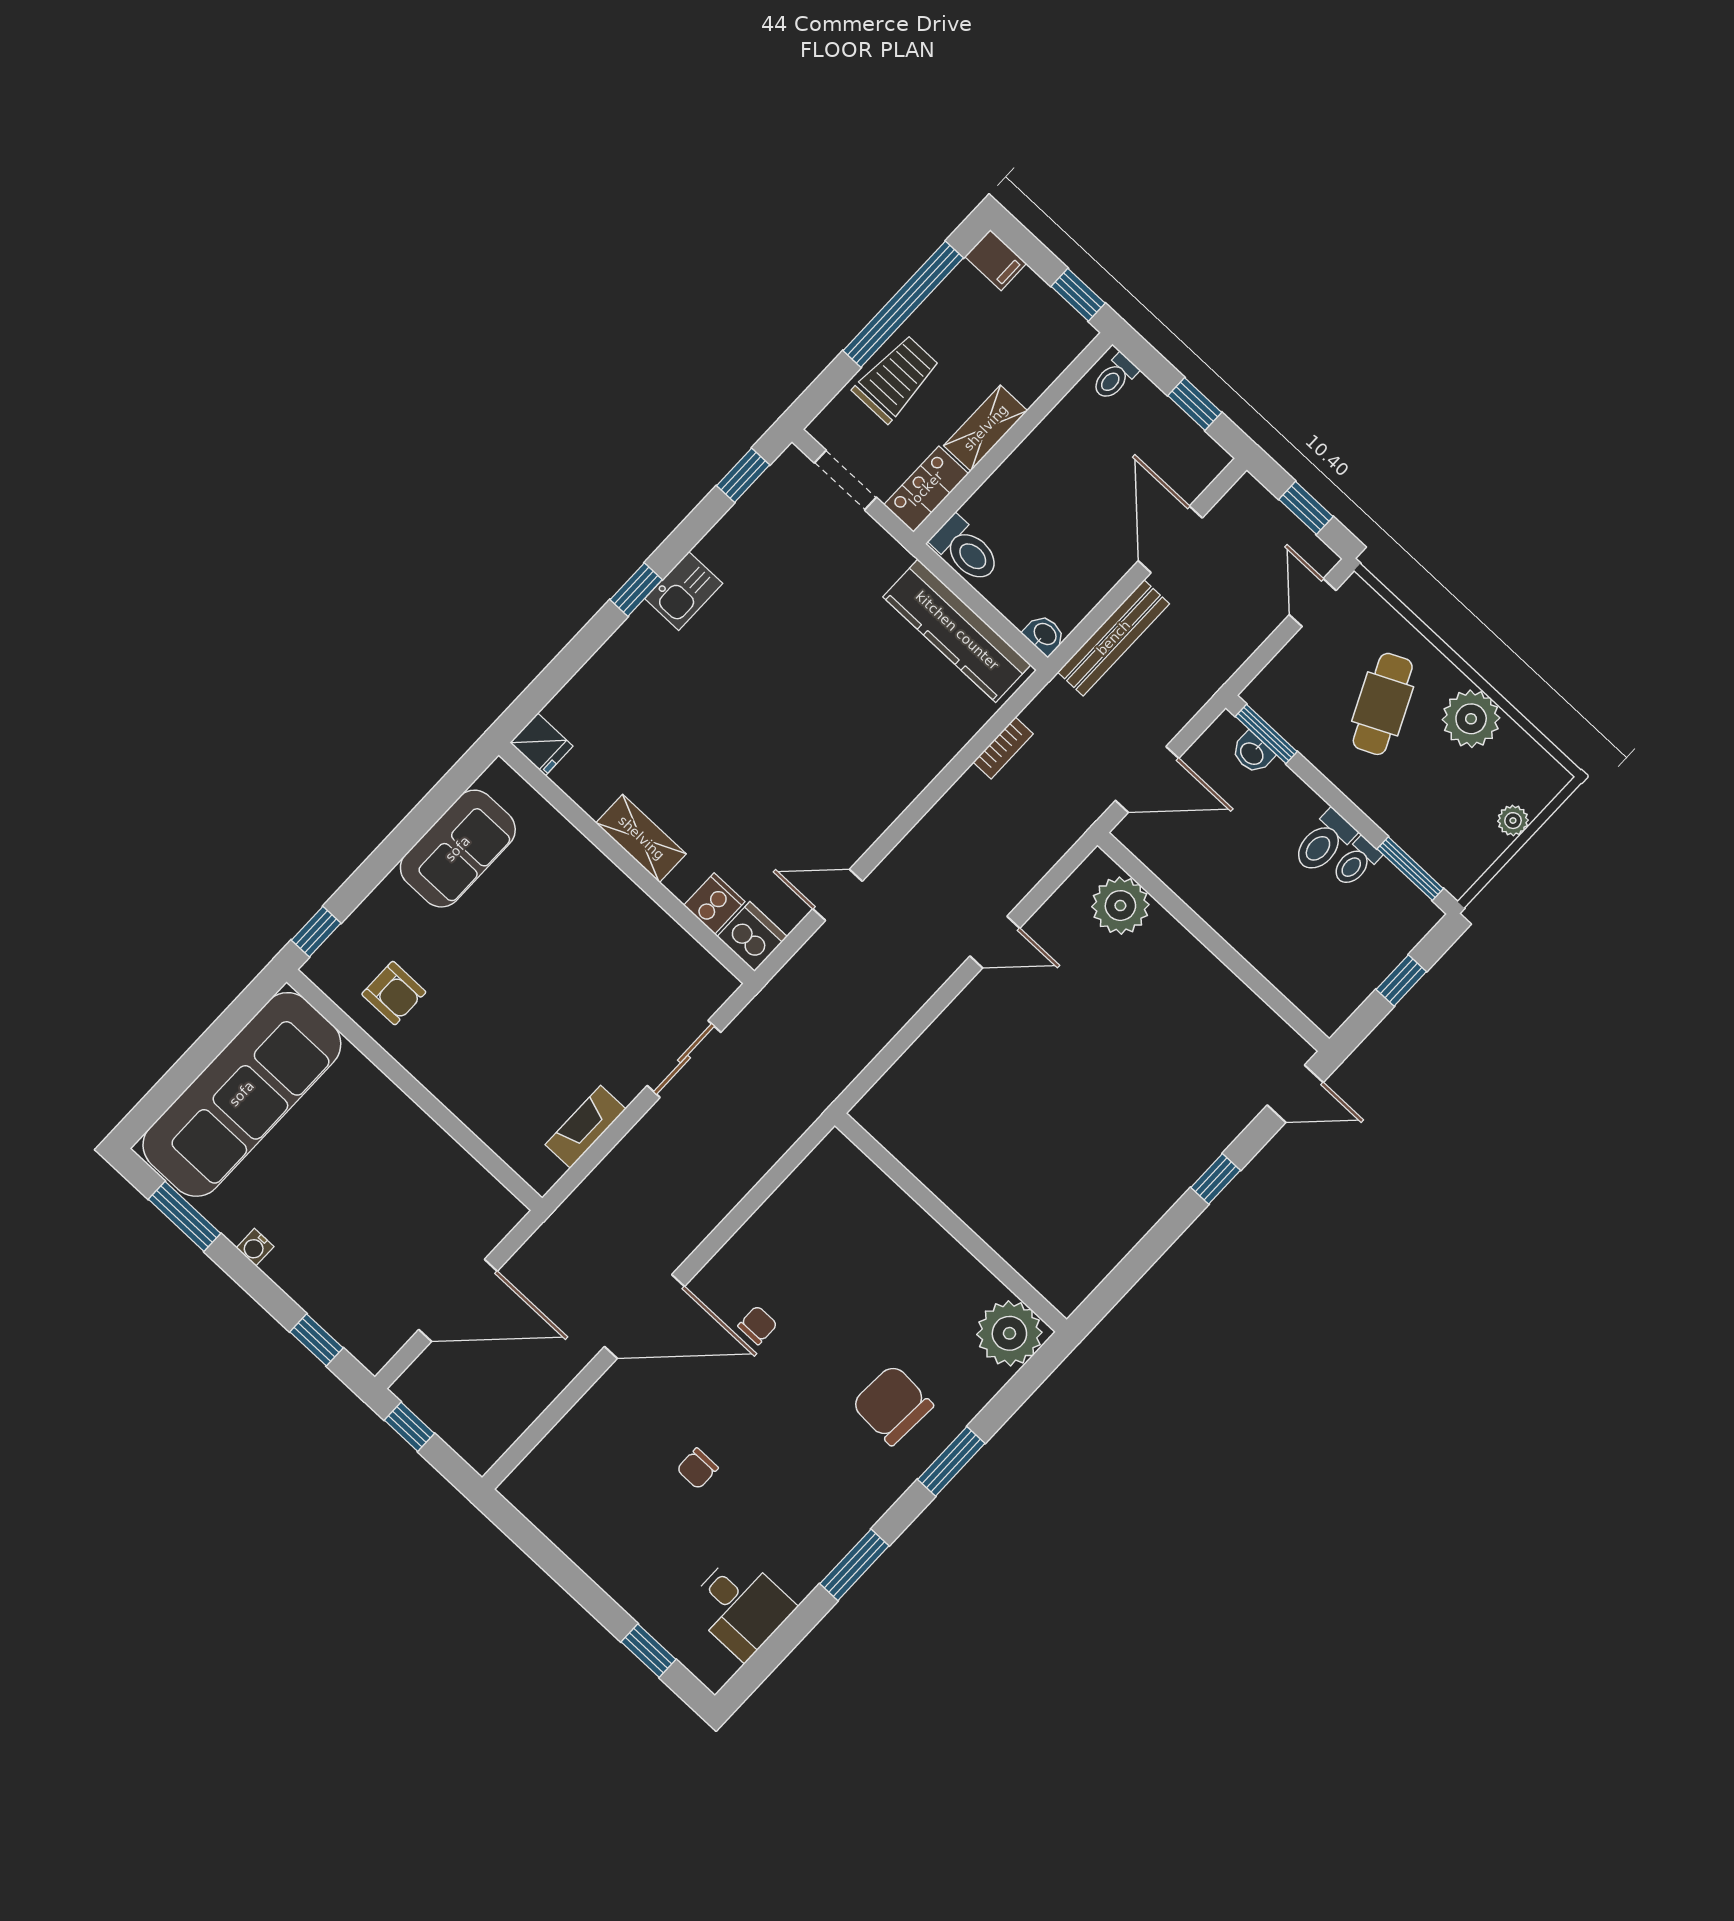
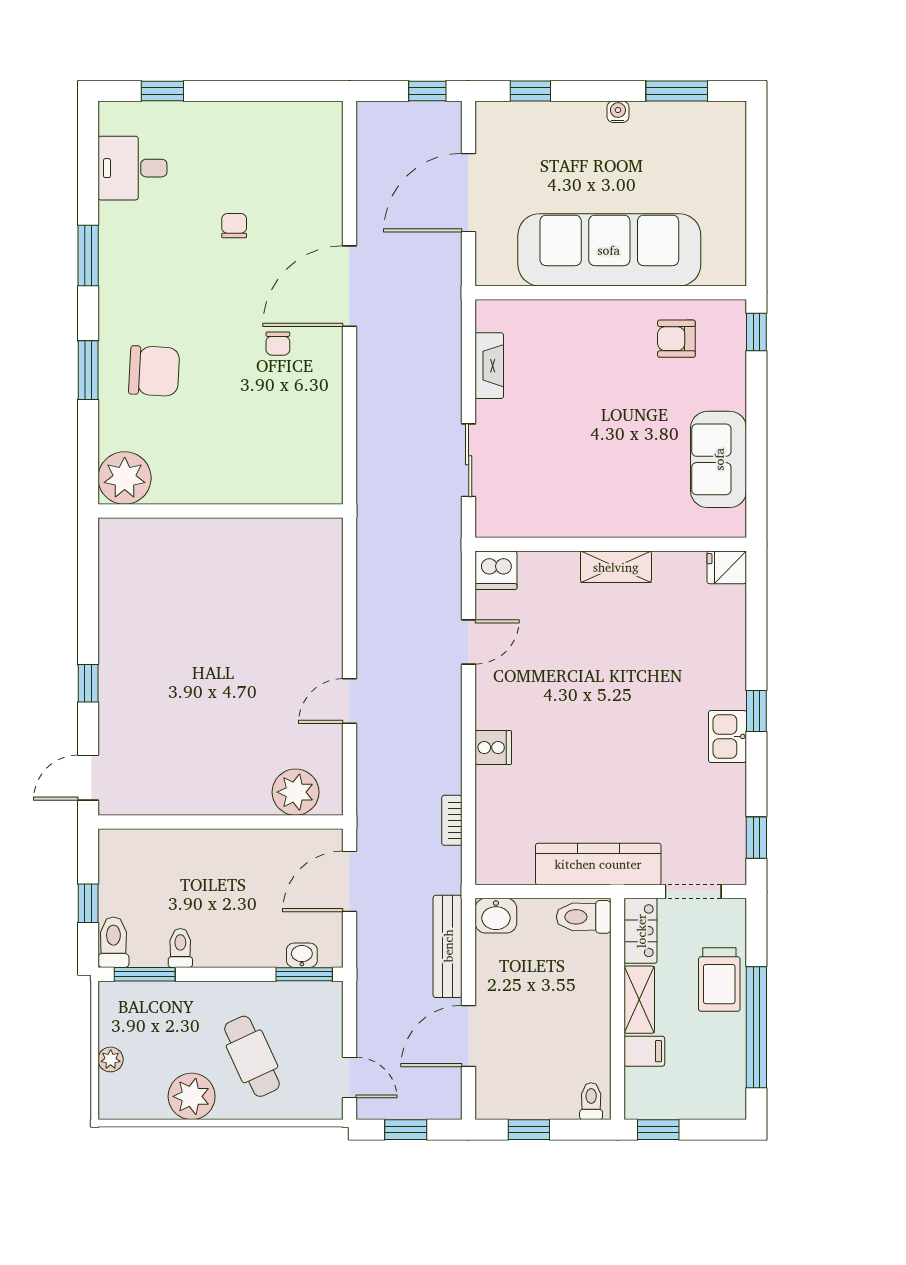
filing cabinet: (996, 260) -> (644, 1051), moved, turned 180
door: (1170, 539) -> (469, 1036), swing flipped
kitchen counter: (957, 631) -> (598, 864), moved
washbasin: (1044, 635) -> (496, 916), width x1.38, depth x1.45
toilet: (1324, 842) -> (113, 942), moved
cooker: (714, 903) -> (493, 748), moved, turned -90
sofa: (242, 1094) -> (609, 250), moved, turned 90

